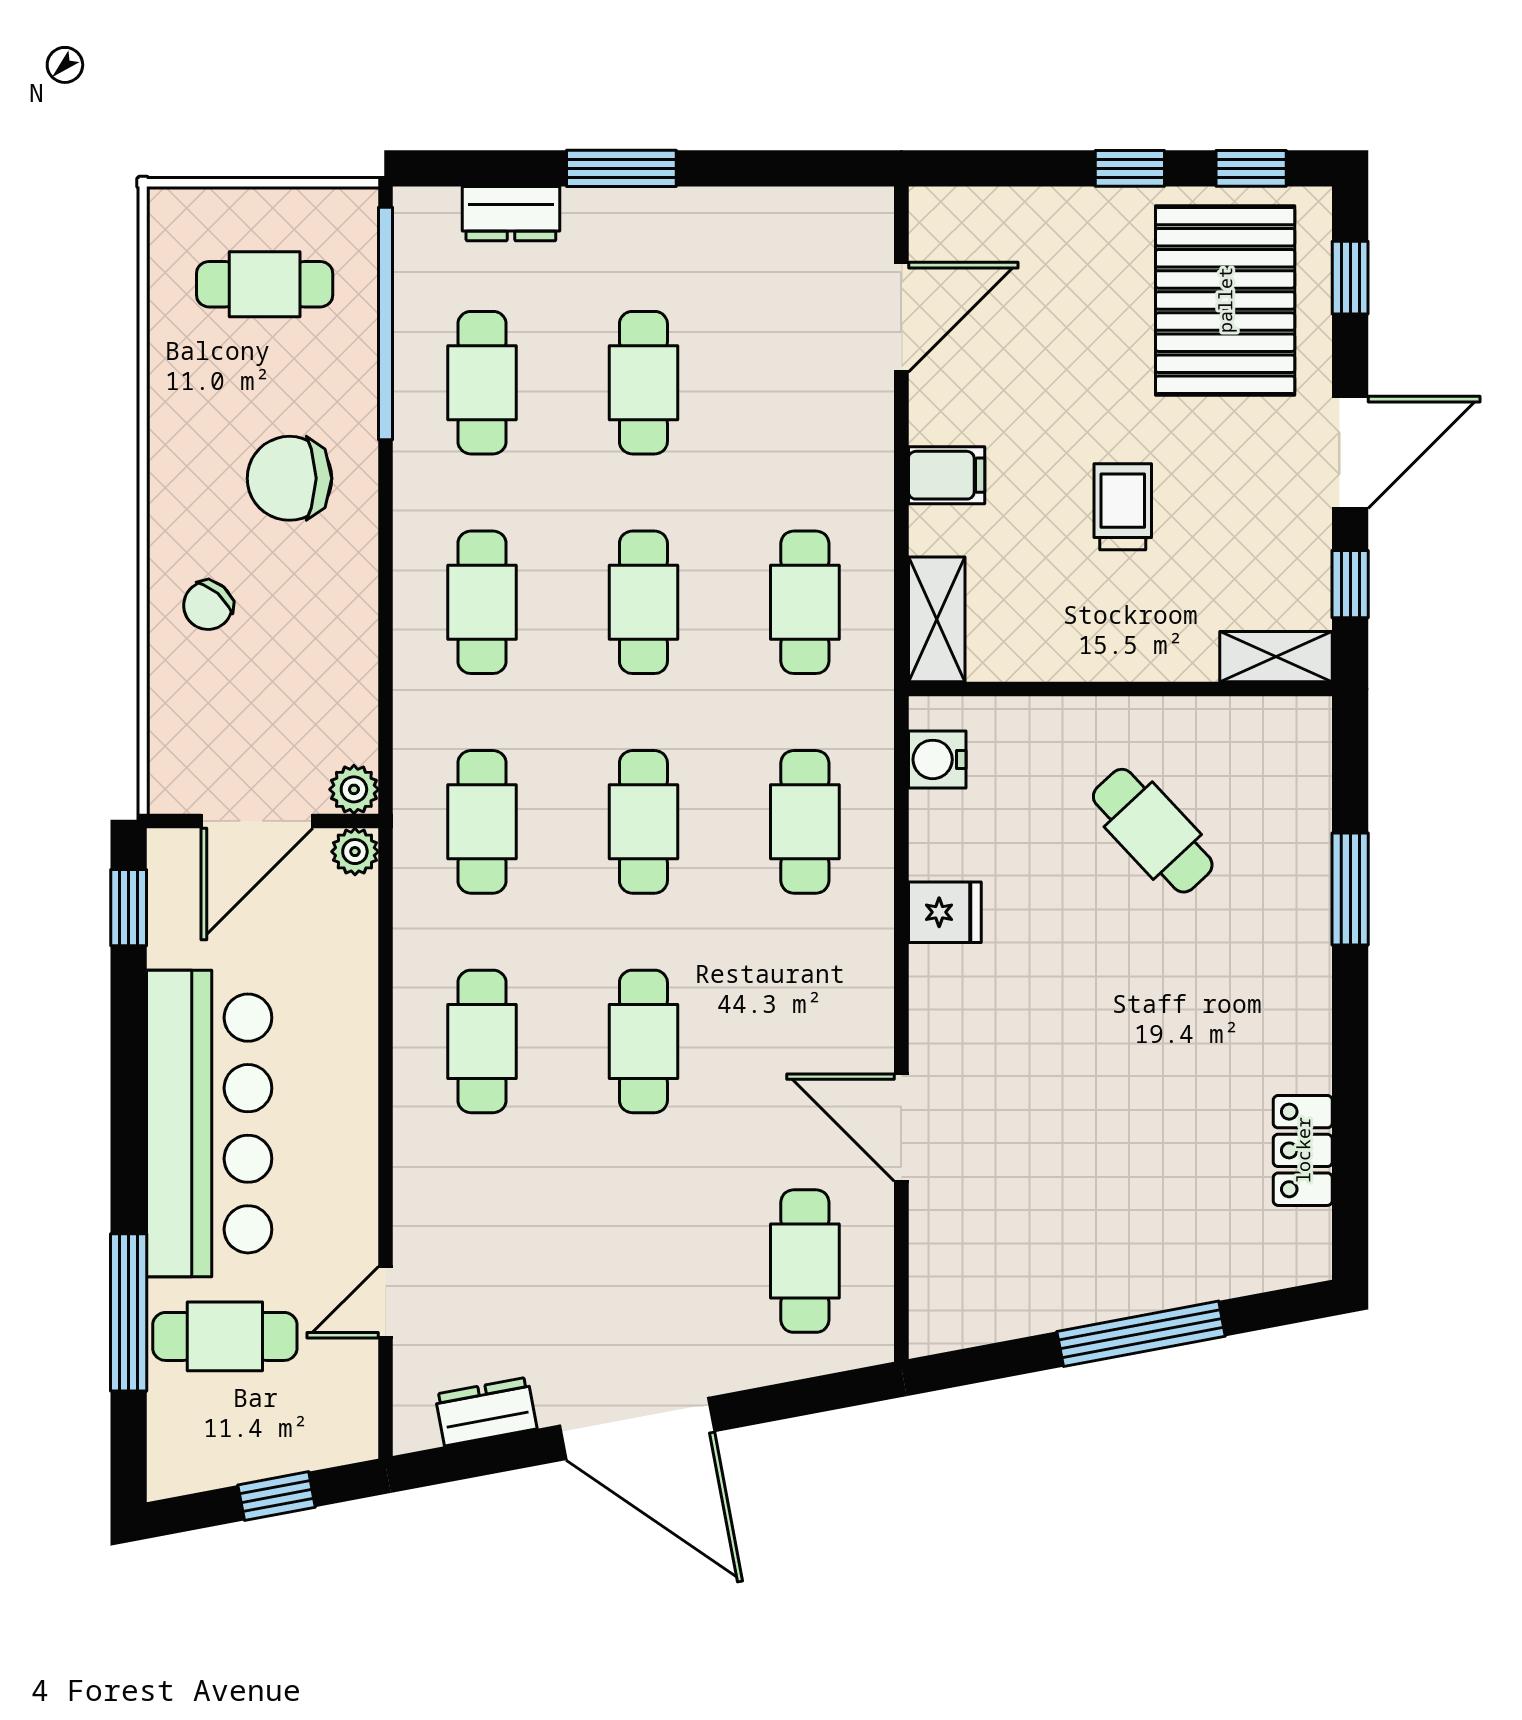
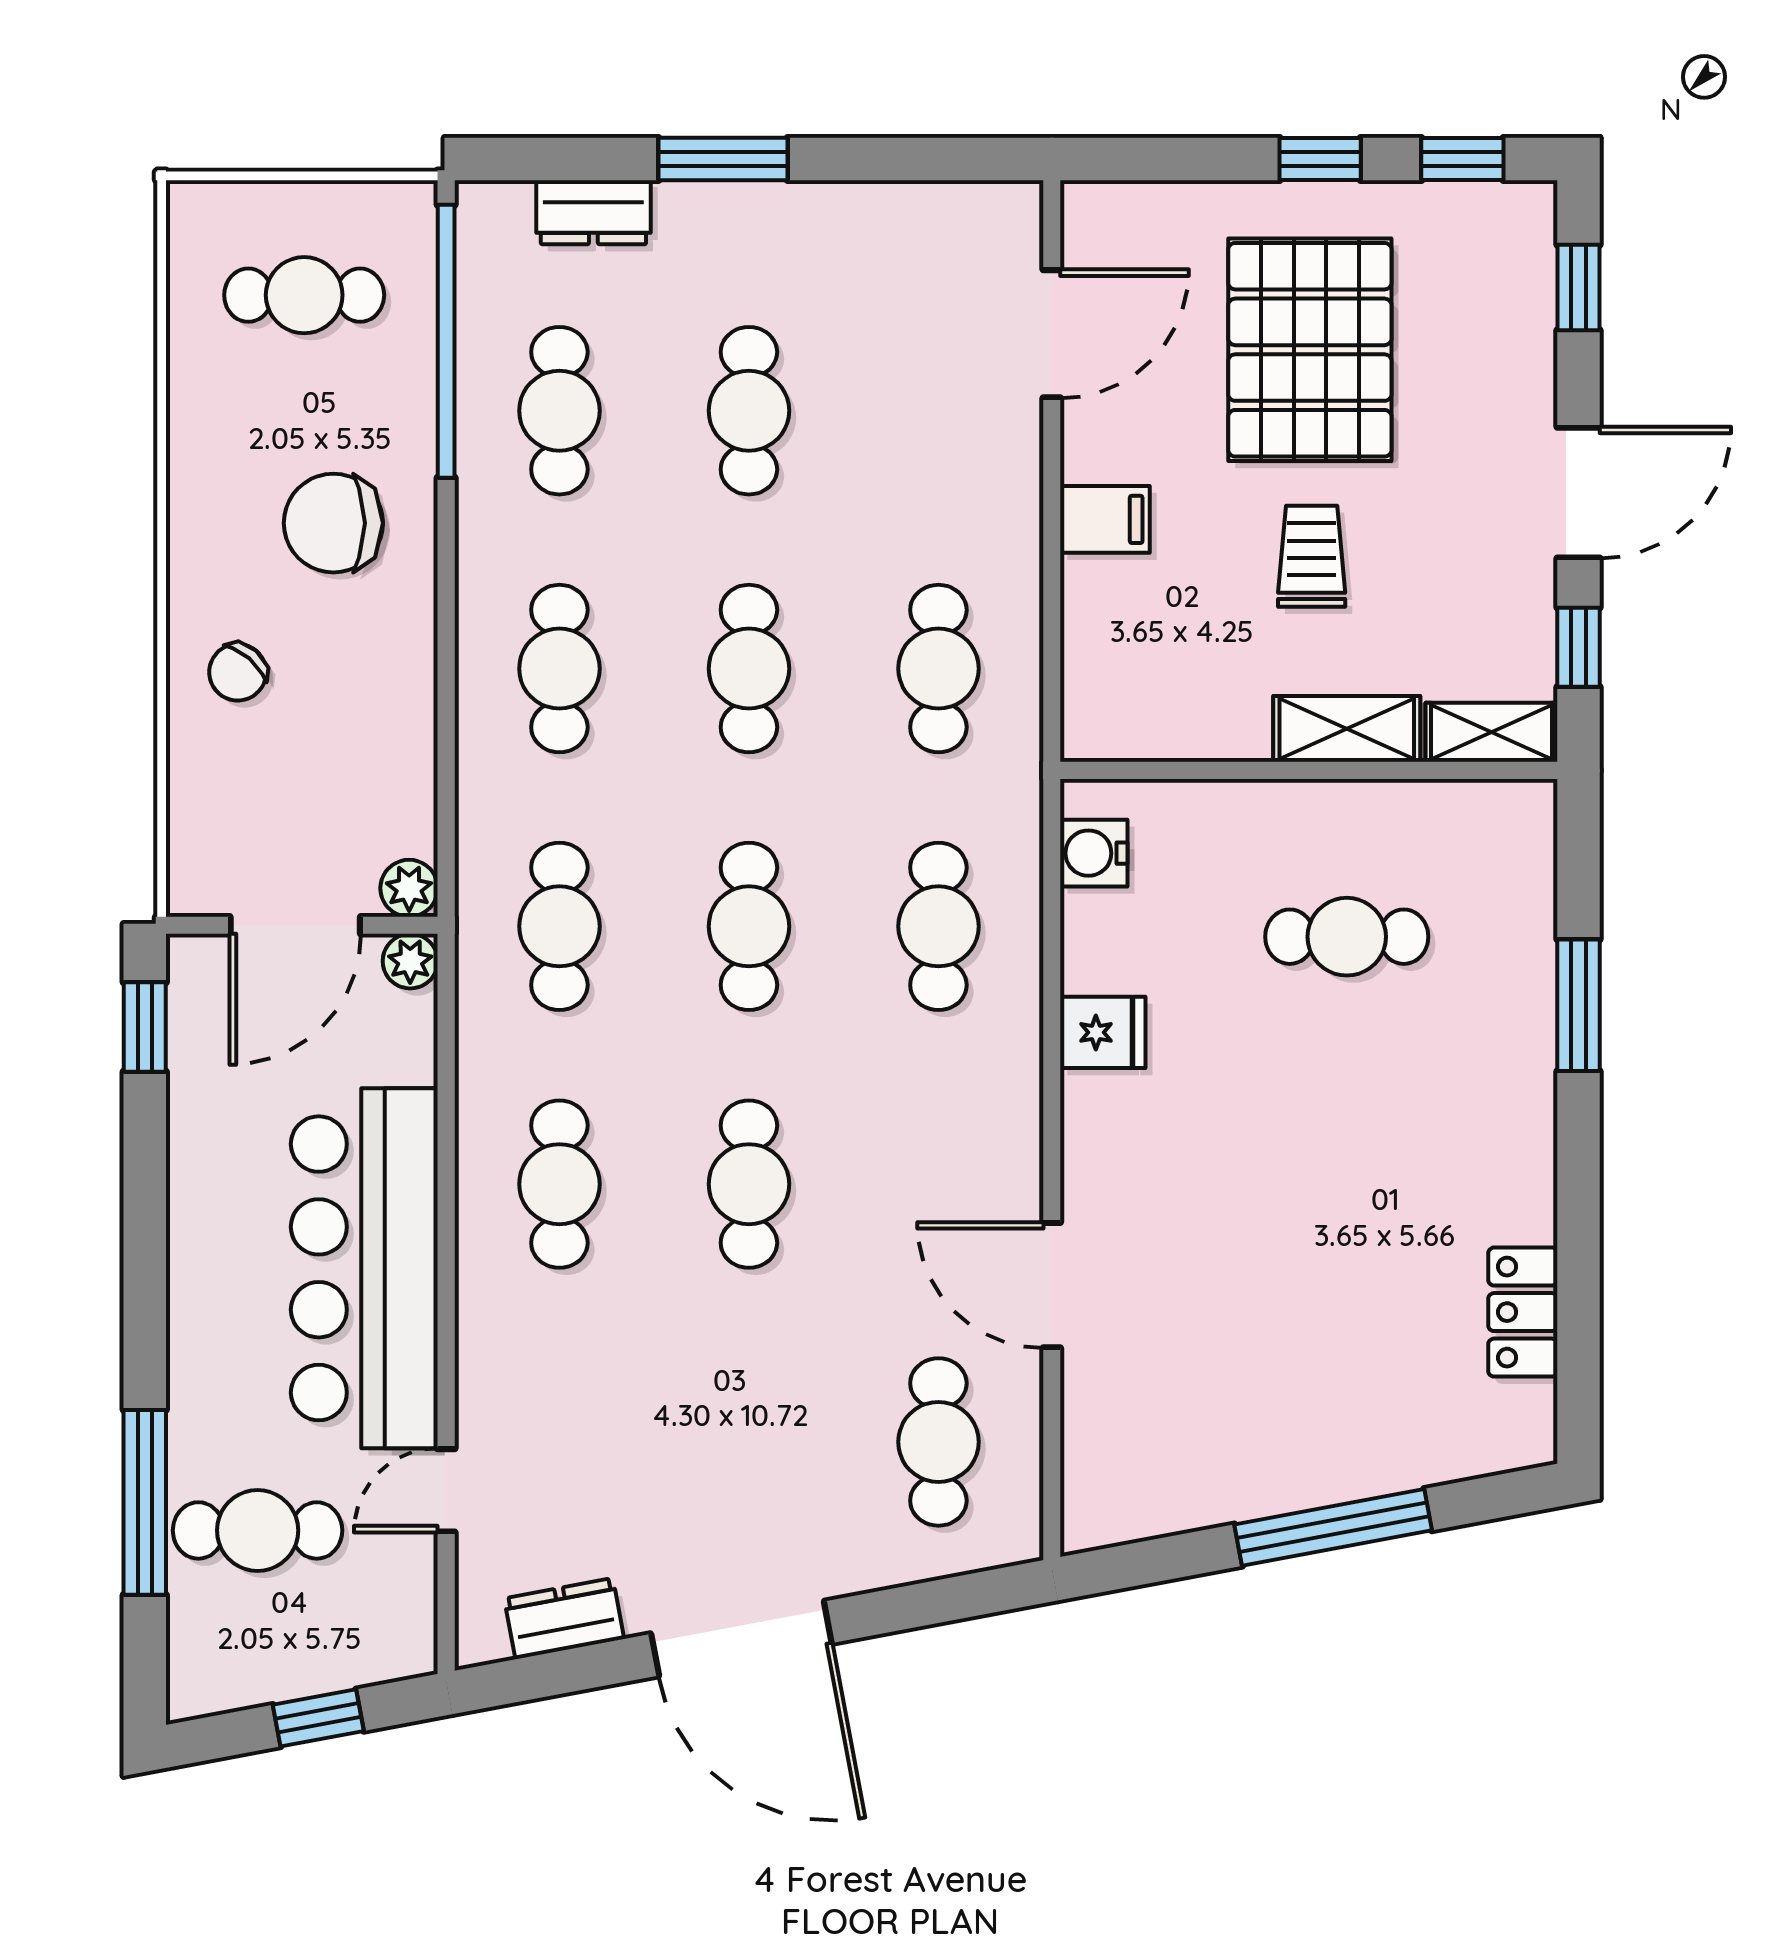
pallet: (1225, 300) -> (1310, 350), moved
shelving: (937, 619) -> (1347, 729), moved, turned 90
cafe table: (1153, 831) -> (1347, 937), turned -47
bar counter: (209, 1123) -> (364, 1268), moved, turned 180

